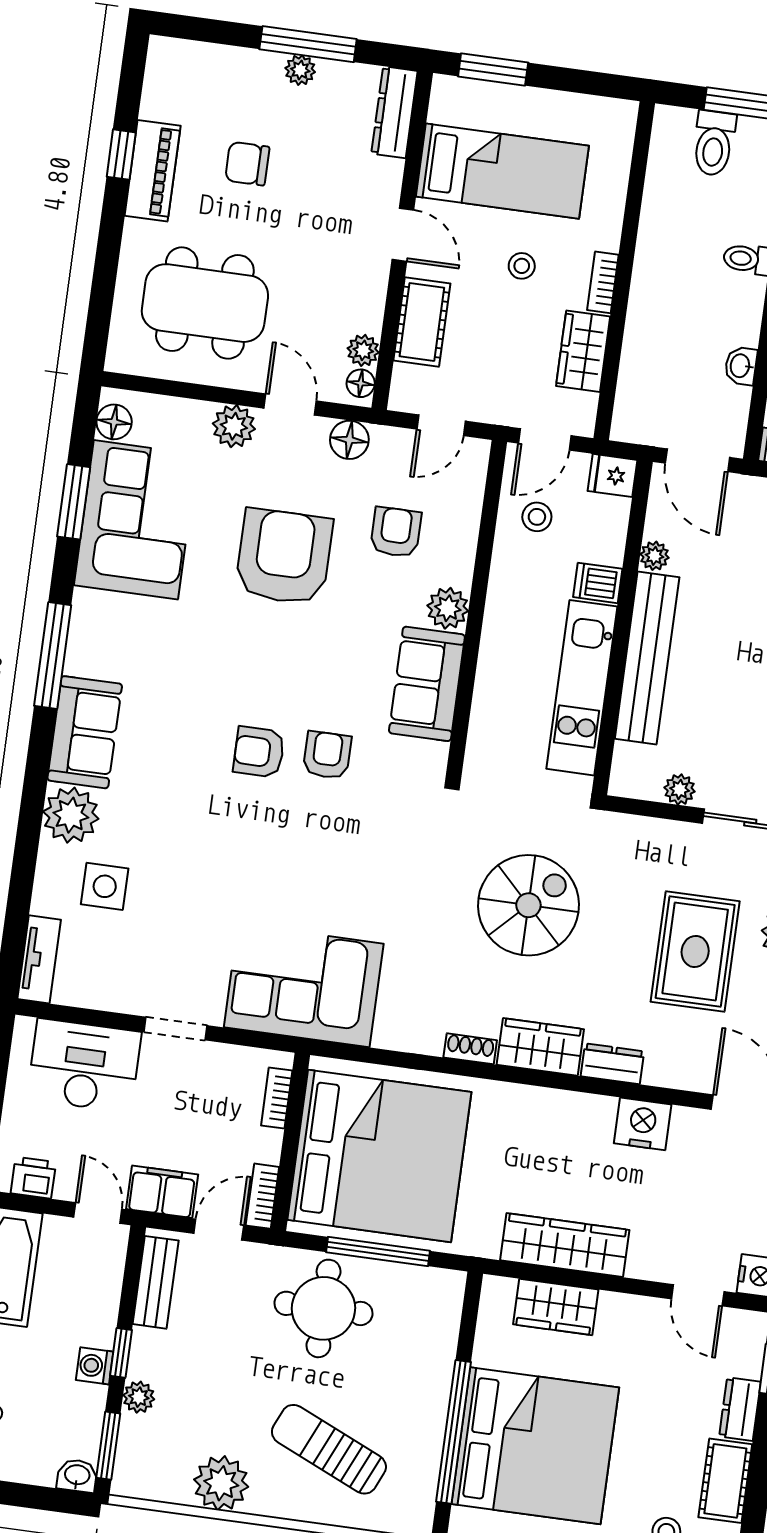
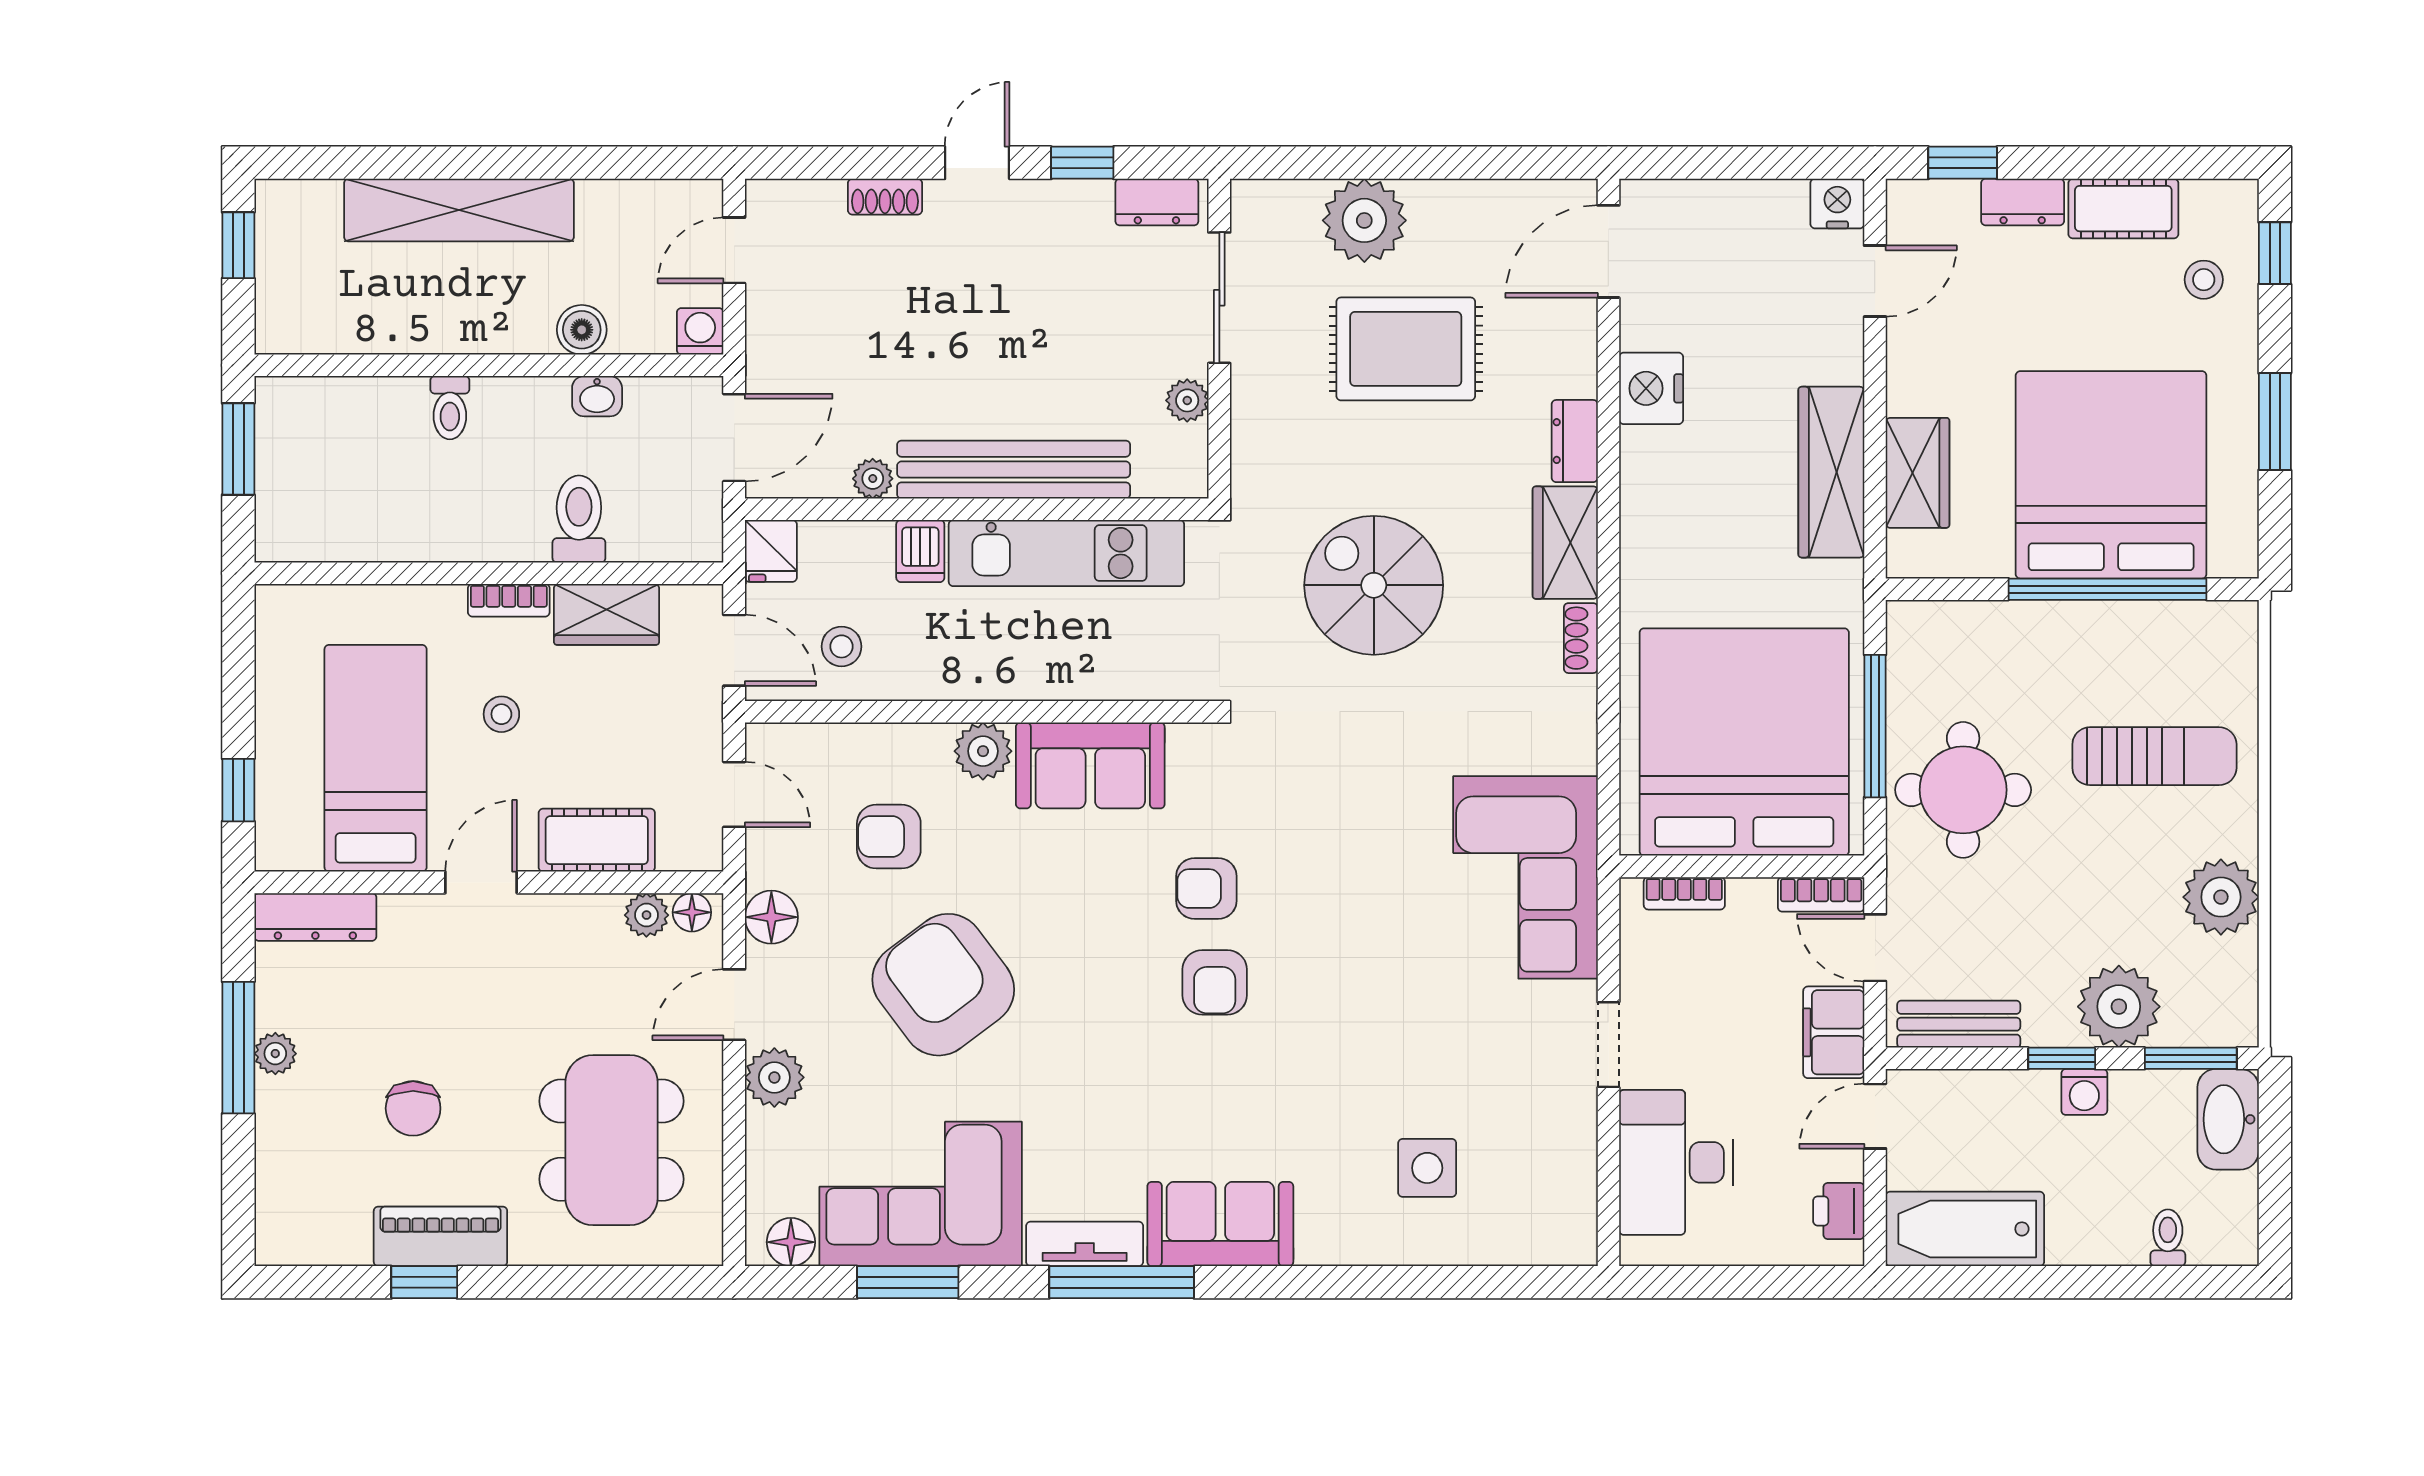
window: (493, 69) -> (238, 790), width x0.67
toilet: (714, 143) -> (579, 519), moved, turned -90
armchair: (284, 557) -> (943, 985), turned 53
plant: (71, 815) -> (1336, 1227), removed
tv unit: (39, 959) -> (1085, 1244), moved
plant: (139, 1397) -> (2119, 1007), width x1.88, depth x1.88
sun lounger: (329, 1449) -> (2154, 756), turned -114
washbasin: (77, 1476) -> (2228, 1119), width x1.91, depth x1.45

